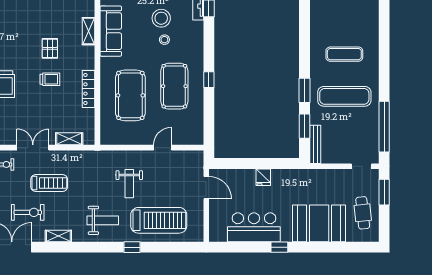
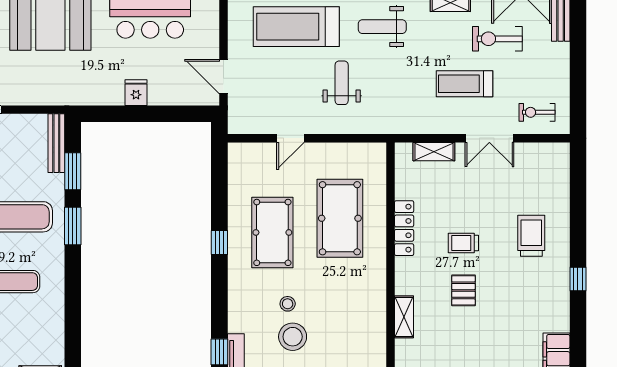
sofa: (111, 31) -> (370, 317), removed

